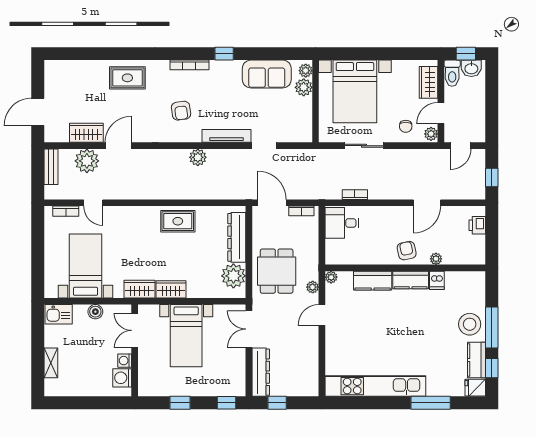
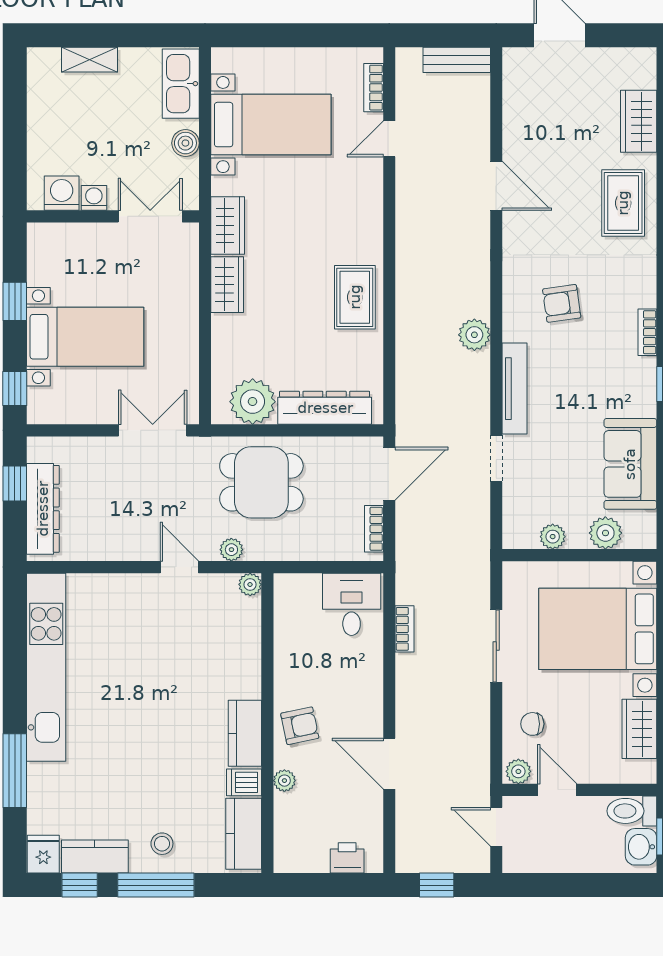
bookcase: (189, 65) -> (647, 332), width x0.64
plant: (306, 71) -> (553, 537), moved
wardrobe: (429, 82) -> (639, 729), moved, turned -90
wardrobe: (86, 133) -> (639, 121), moved, turned 180
plant: (87, 161) -> (468, 127), removed
kitchen counter: (373, 281) -> (244, 834), moved
kitchen sink: (59, 314) -> (181, 84), width x1.38
stool: (470, 324) -> (162, 844), width x0.53, depth x0.53
bed with nightstands: (186, 336) -> (85, 337), moved, turned 180
dresser: (261, 372) -> (43, 509), moved, turned -90

